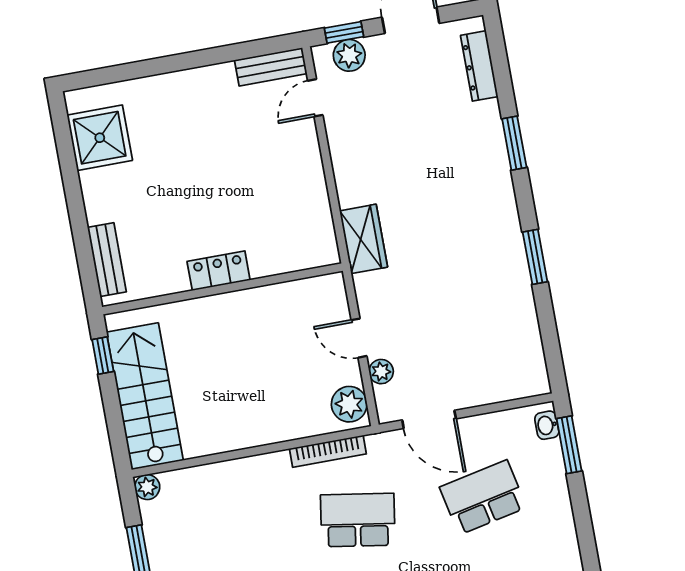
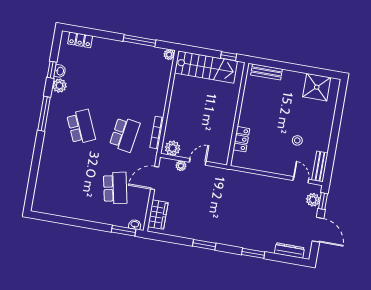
stool: (232, 137) -> (297, 140), added
wardrobe: (364, 239) -> (158, 215), moved, turned -90
locker: (219, 271) -> (241, 139), moved

